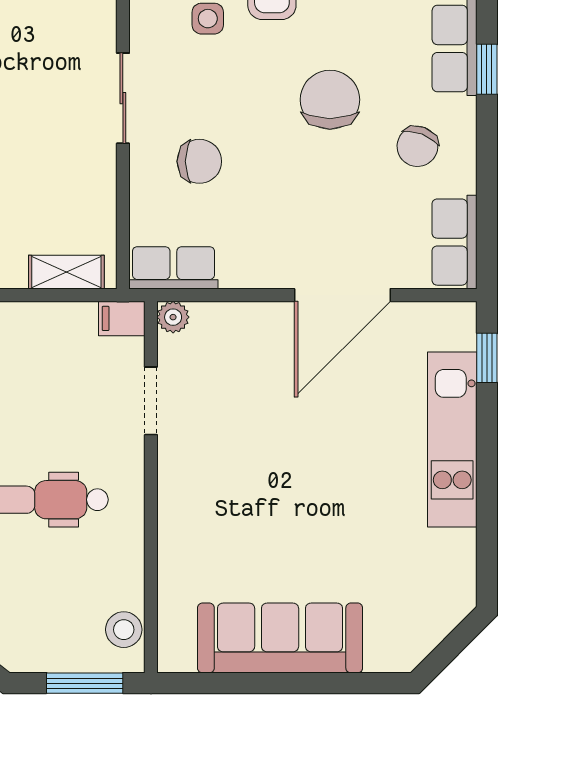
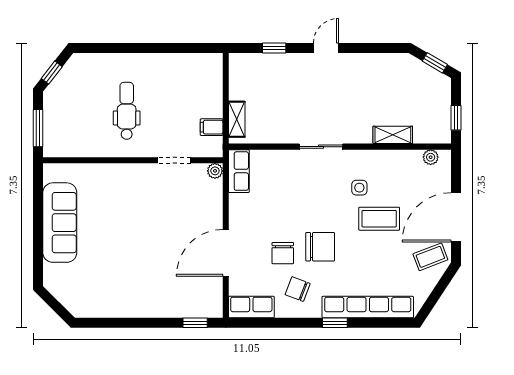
chair: (199, 161) -> (283, 253), moved
door: (342, 295) -> (226, 253), hinge flipped
filing cabinet: (122, 318) -> (212, 127), moved, turned -90
kitchen unit: (452, 440) -> (156, 306), removed
stool: (124, 630) -> (64, 147), removed

